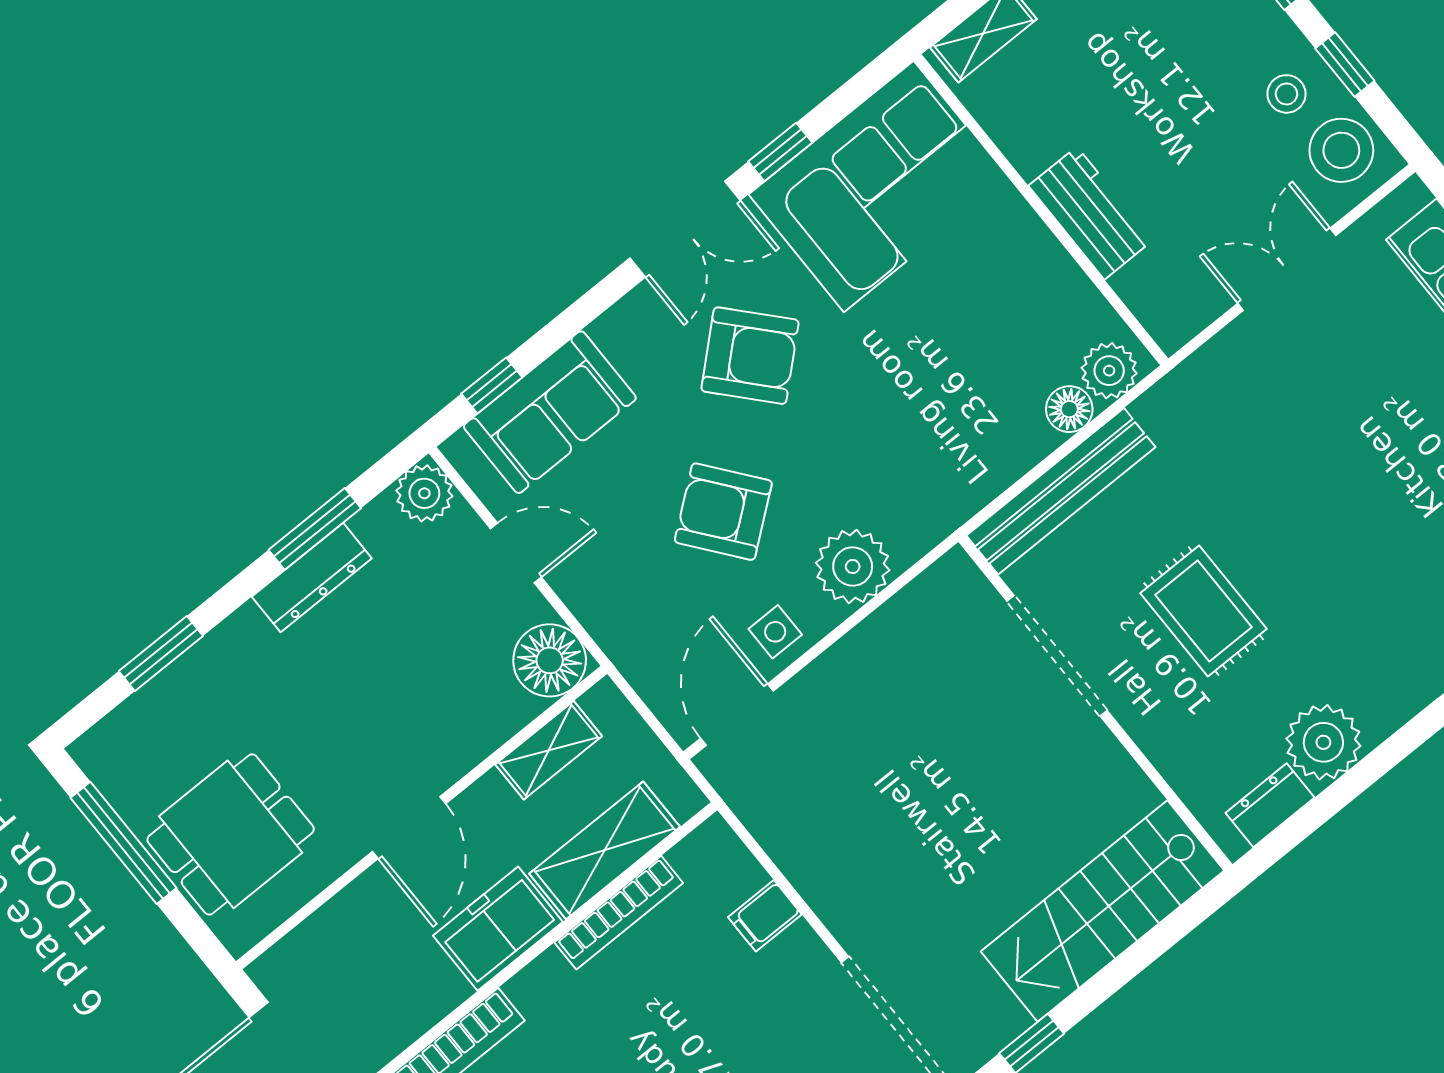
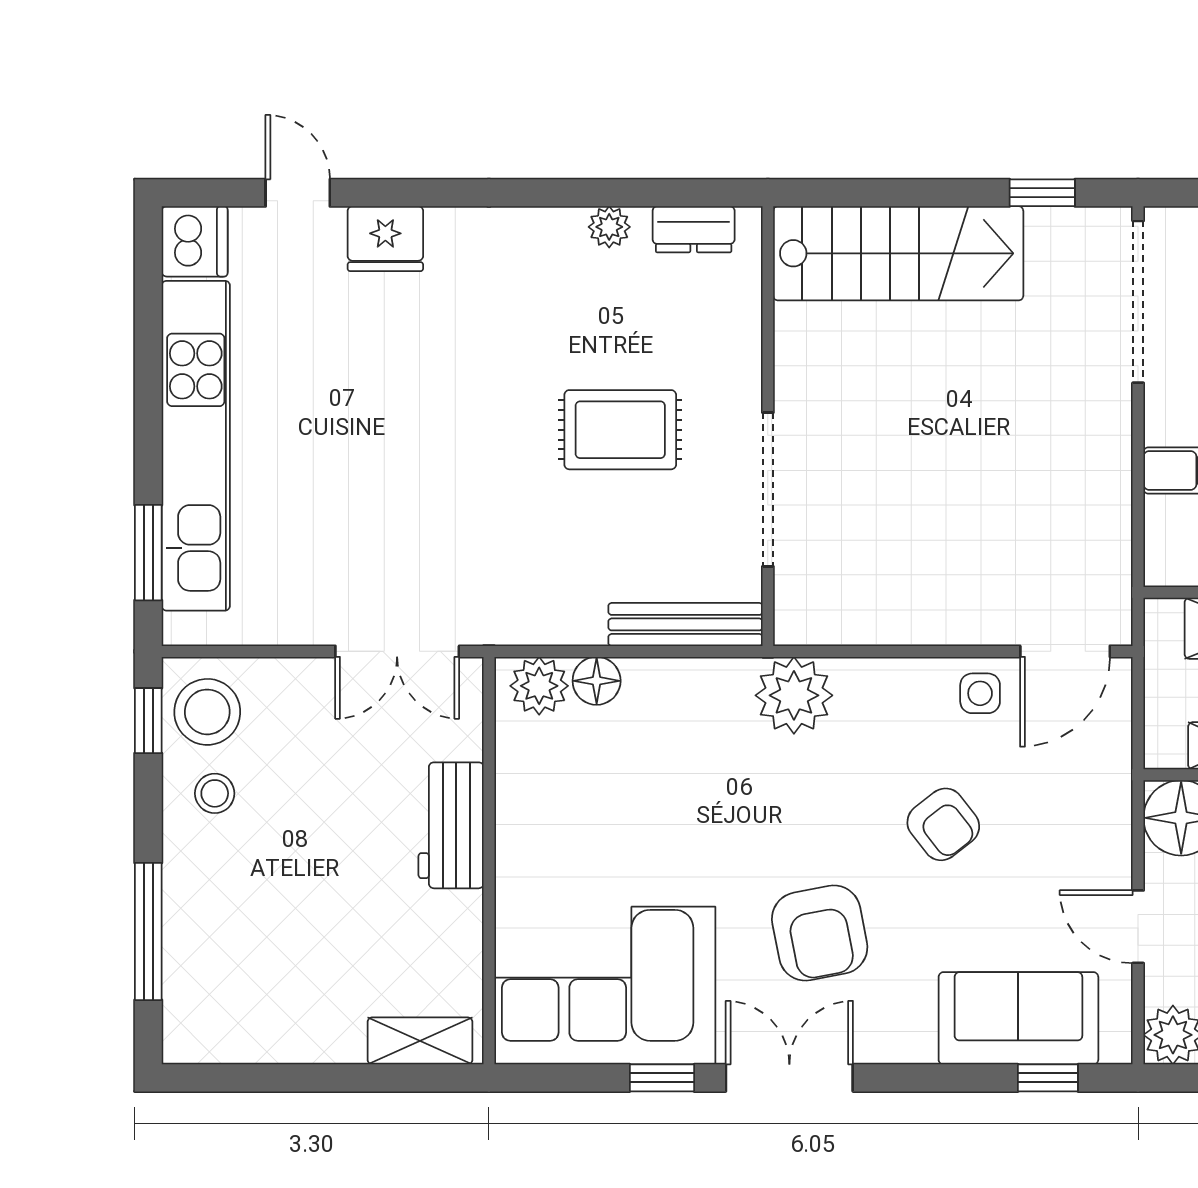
window: (1345, 65) -> (148, 721), moved
double door: (1287, 269) -> (397, 651), moved
armchair: (750, 356) -> (820, 933), turned -149
bench: (1061, 491) -> (685, 624), width x0.73, depth x0.82
armchair: (723, 512) -> (943, 824), width x0.72, depth x0.72
plant: (853, 567) -> (794, 695), moved
rug: (1204, 611) -> (620, 430), turned 90
plant: (1323, 742) -> (609, 227), width x0.53, depth x0.53

